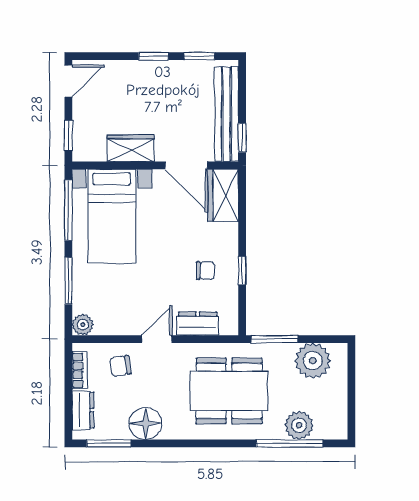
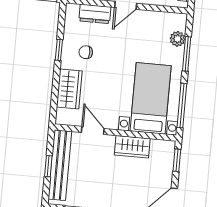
window: (242, 138) -> (48, 166), moved
door: (186, 165) -> (93, 130), width x0.73
wardrobe: (223, 195) -> (69, 89), moved
plant: (83, 325) -> (177, 39), moved

